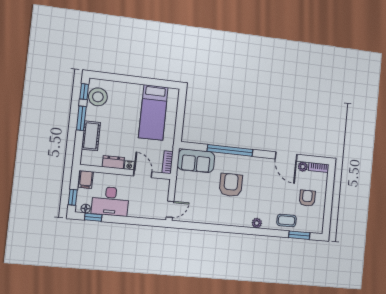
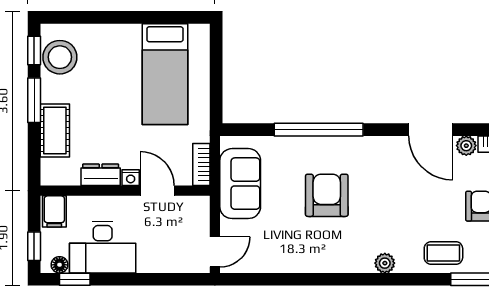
sofa: (196, 161) -> (240, 184), moved, turned -90

